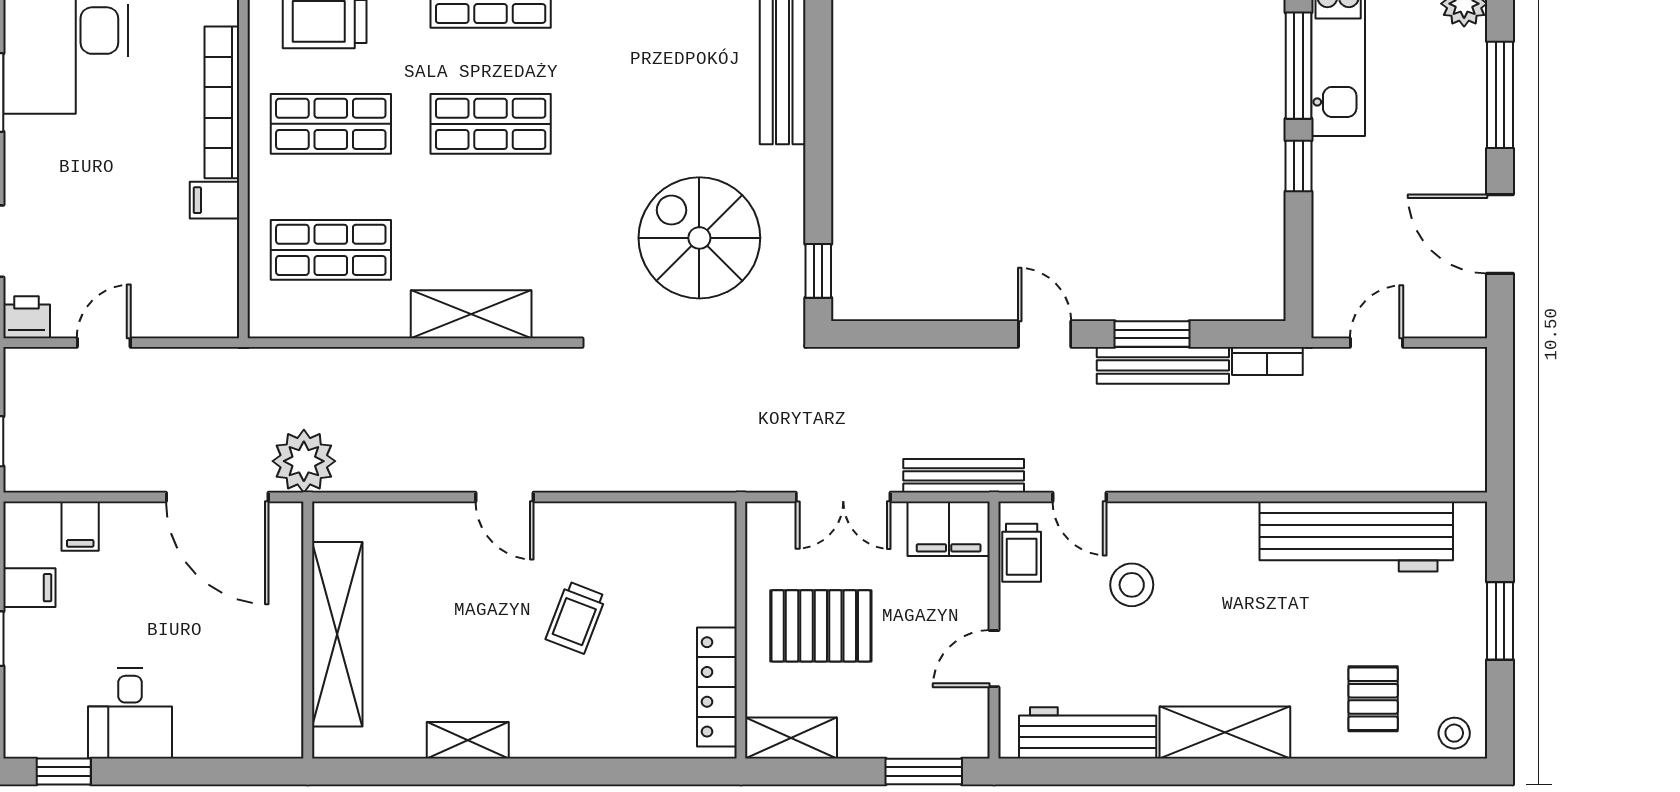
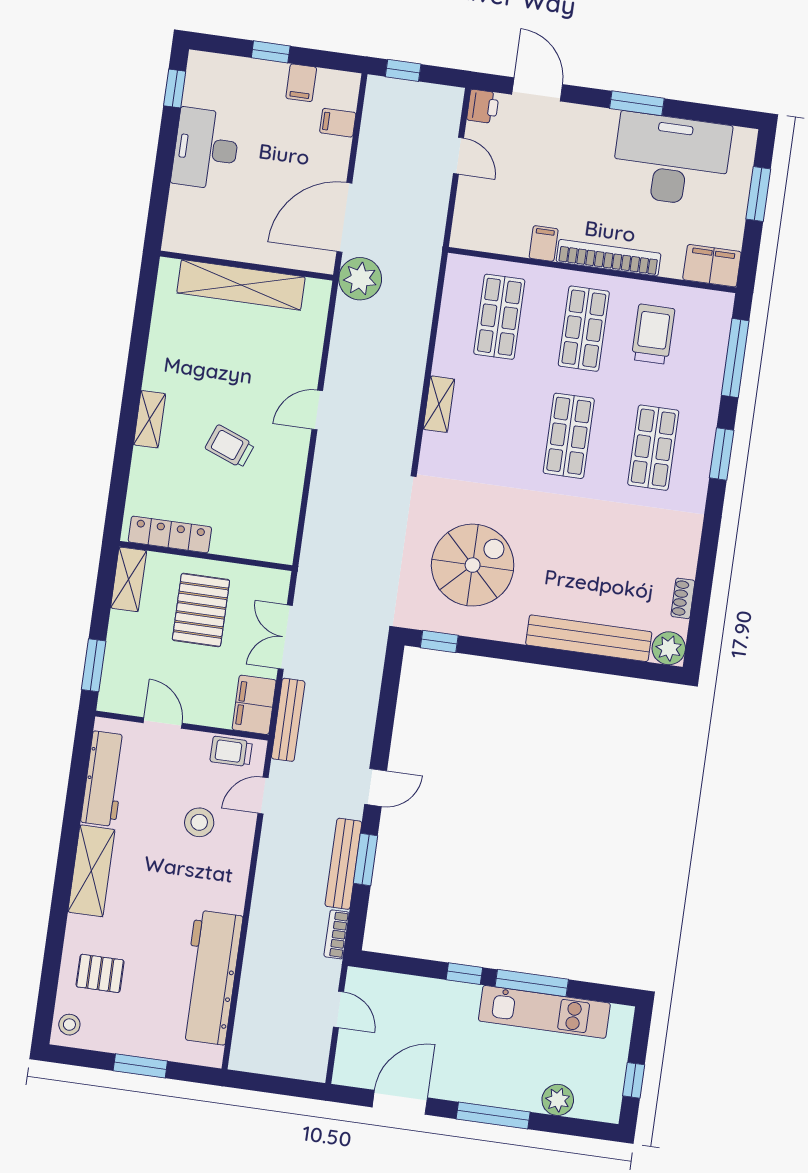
shelving: (471, 314) -> (439, 404), width x0.67, depth x0.75
desk: (130, 714) -> (206, 149), width x1.37
shelving: (468, 740) -> (150, 419), moved

